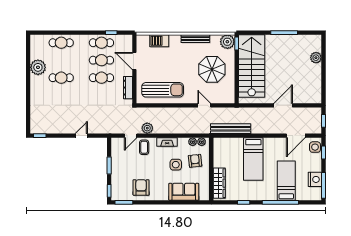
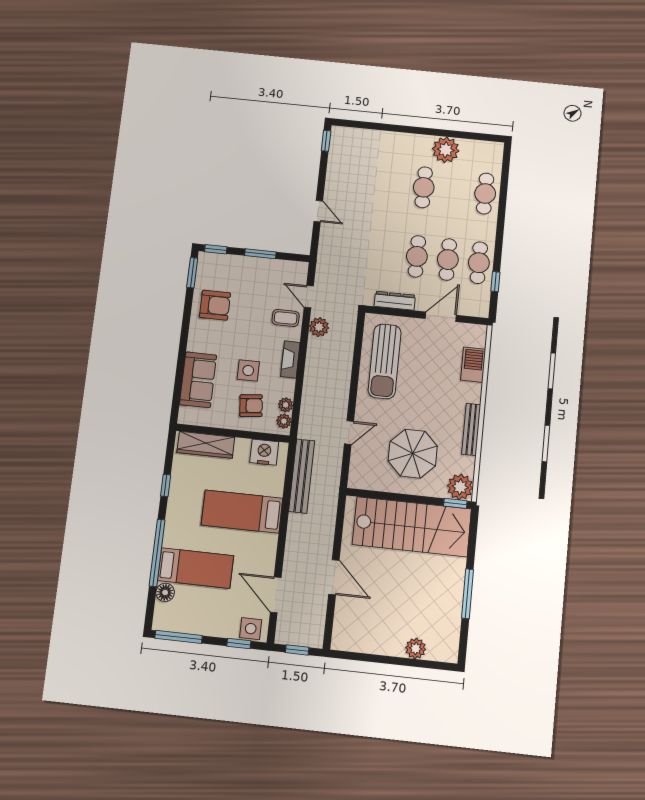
nightstand: (315, 179) -> (264, 452), moved, turned 180
floor lamp: (301, 195) -> (165, 592), added

